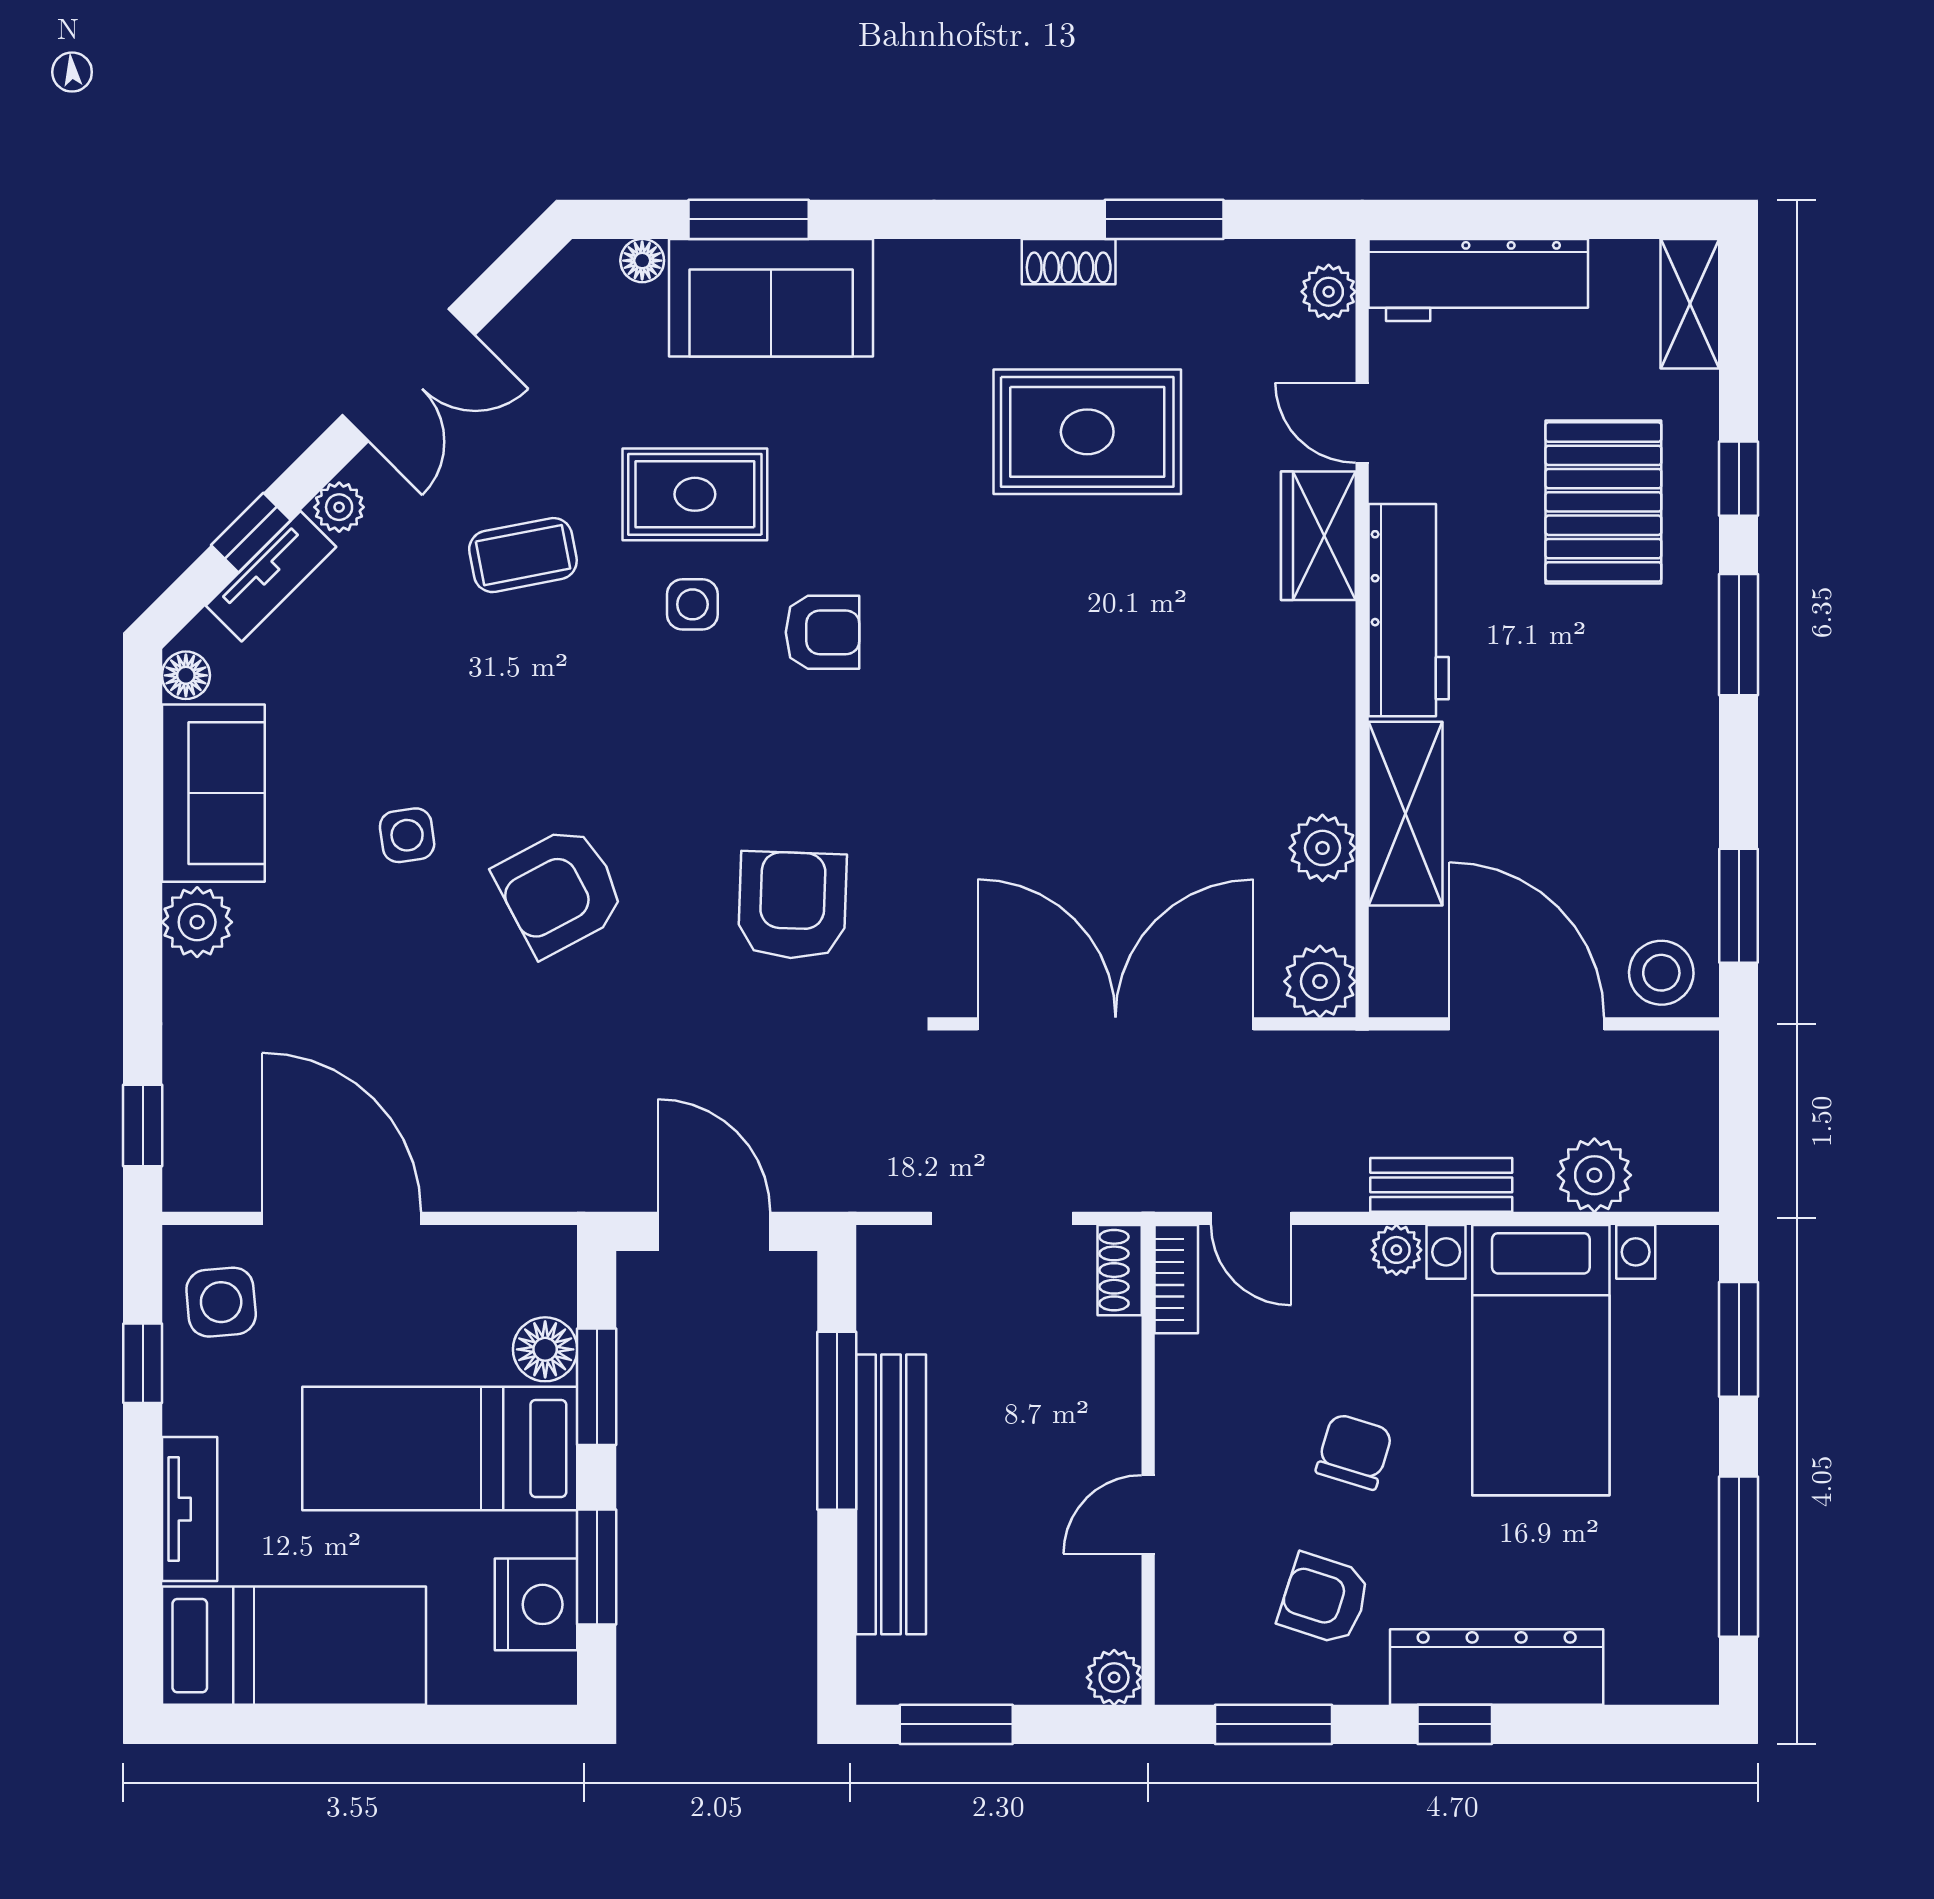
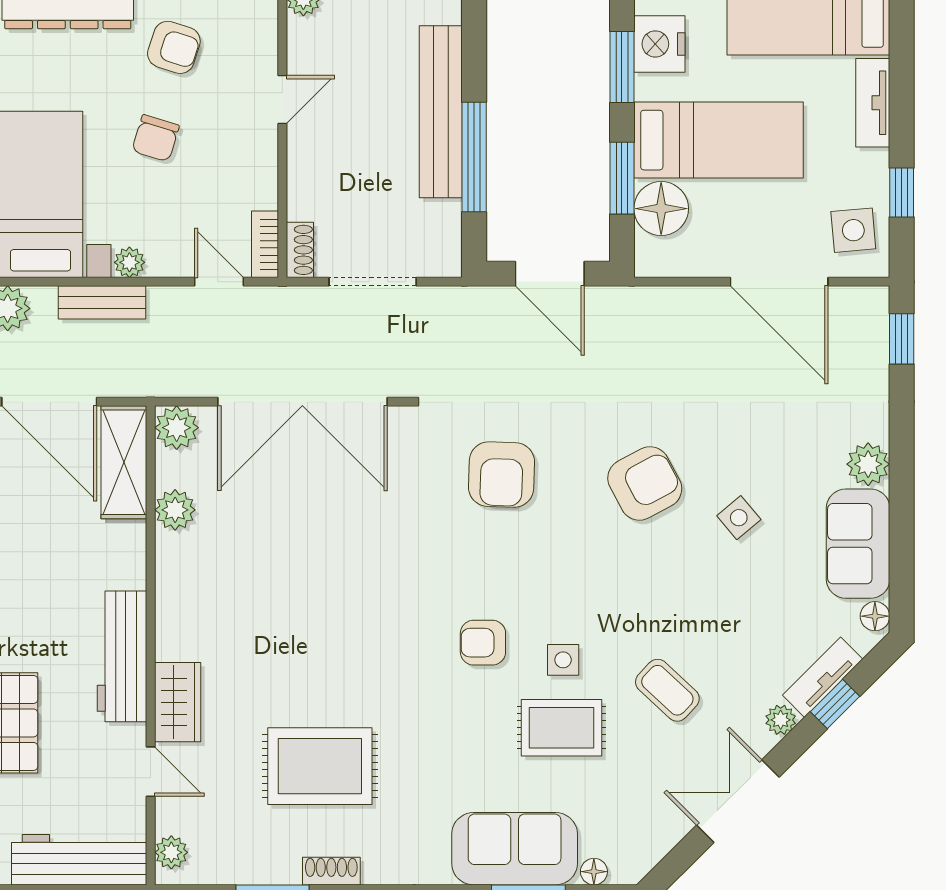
coffee table: (523, 555) -> (667, 690), turned 54
shelving: (1405, 814) -> (124, 462), moved
side table: (407, 835) -> (739, 518), turned -32
floor lamp: (545, 1349) -> (661, 209), width x1.38, depth x1.38

